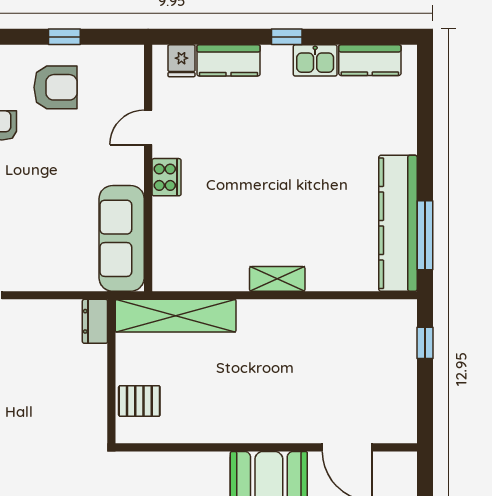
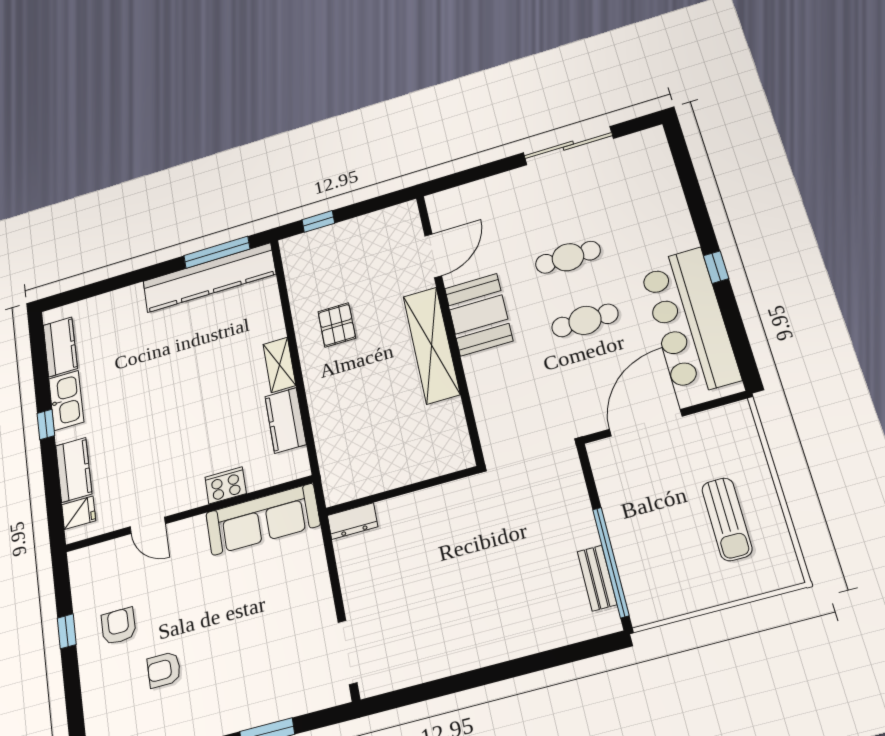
kitchen sink: (315, 60) -> (66, 400), width x1.38
armchair: (55, 87) -> (119, 626), width x0.72, depth x0.72
cooker: (166, 177) -> (226, 485), moved
kitchen counter: (216, 276) -> (286, 420), added
shelving: (176, 316) -> (431, 345), moved
pallet: (139, 401) -> (337, 325), moved

